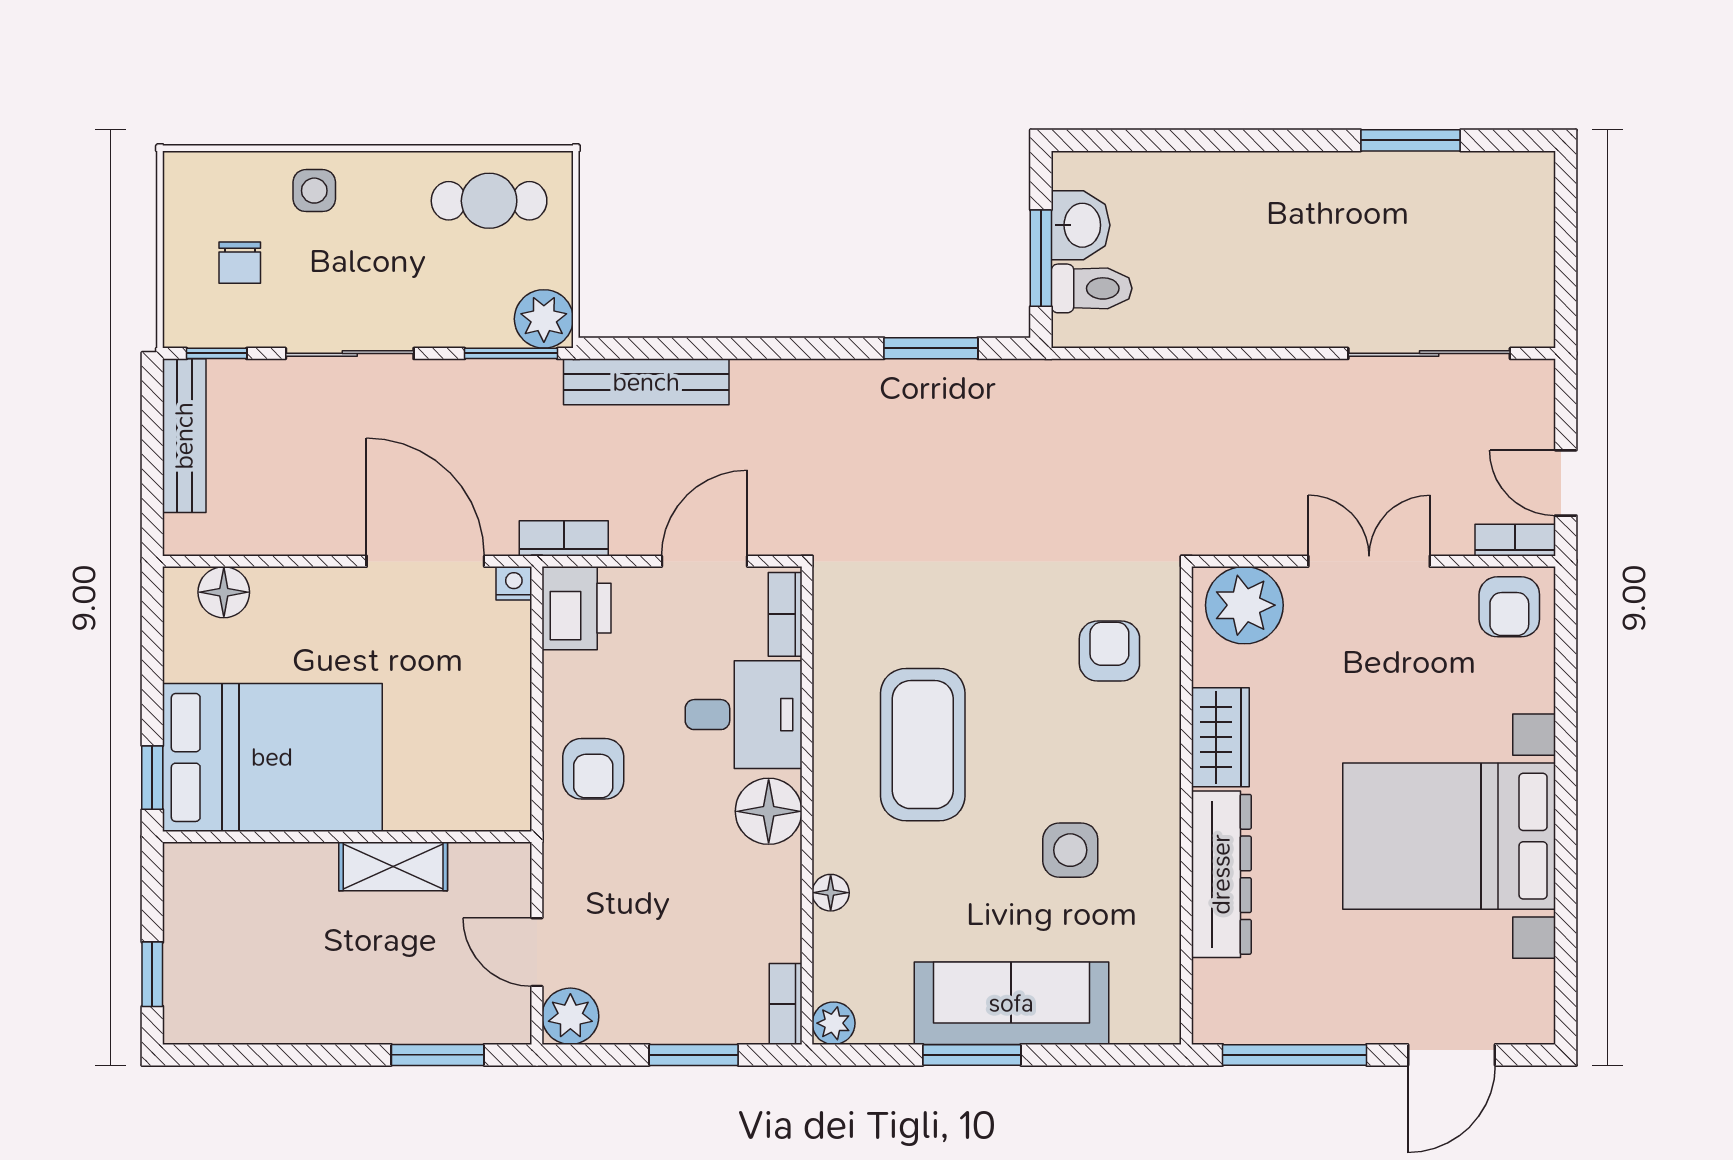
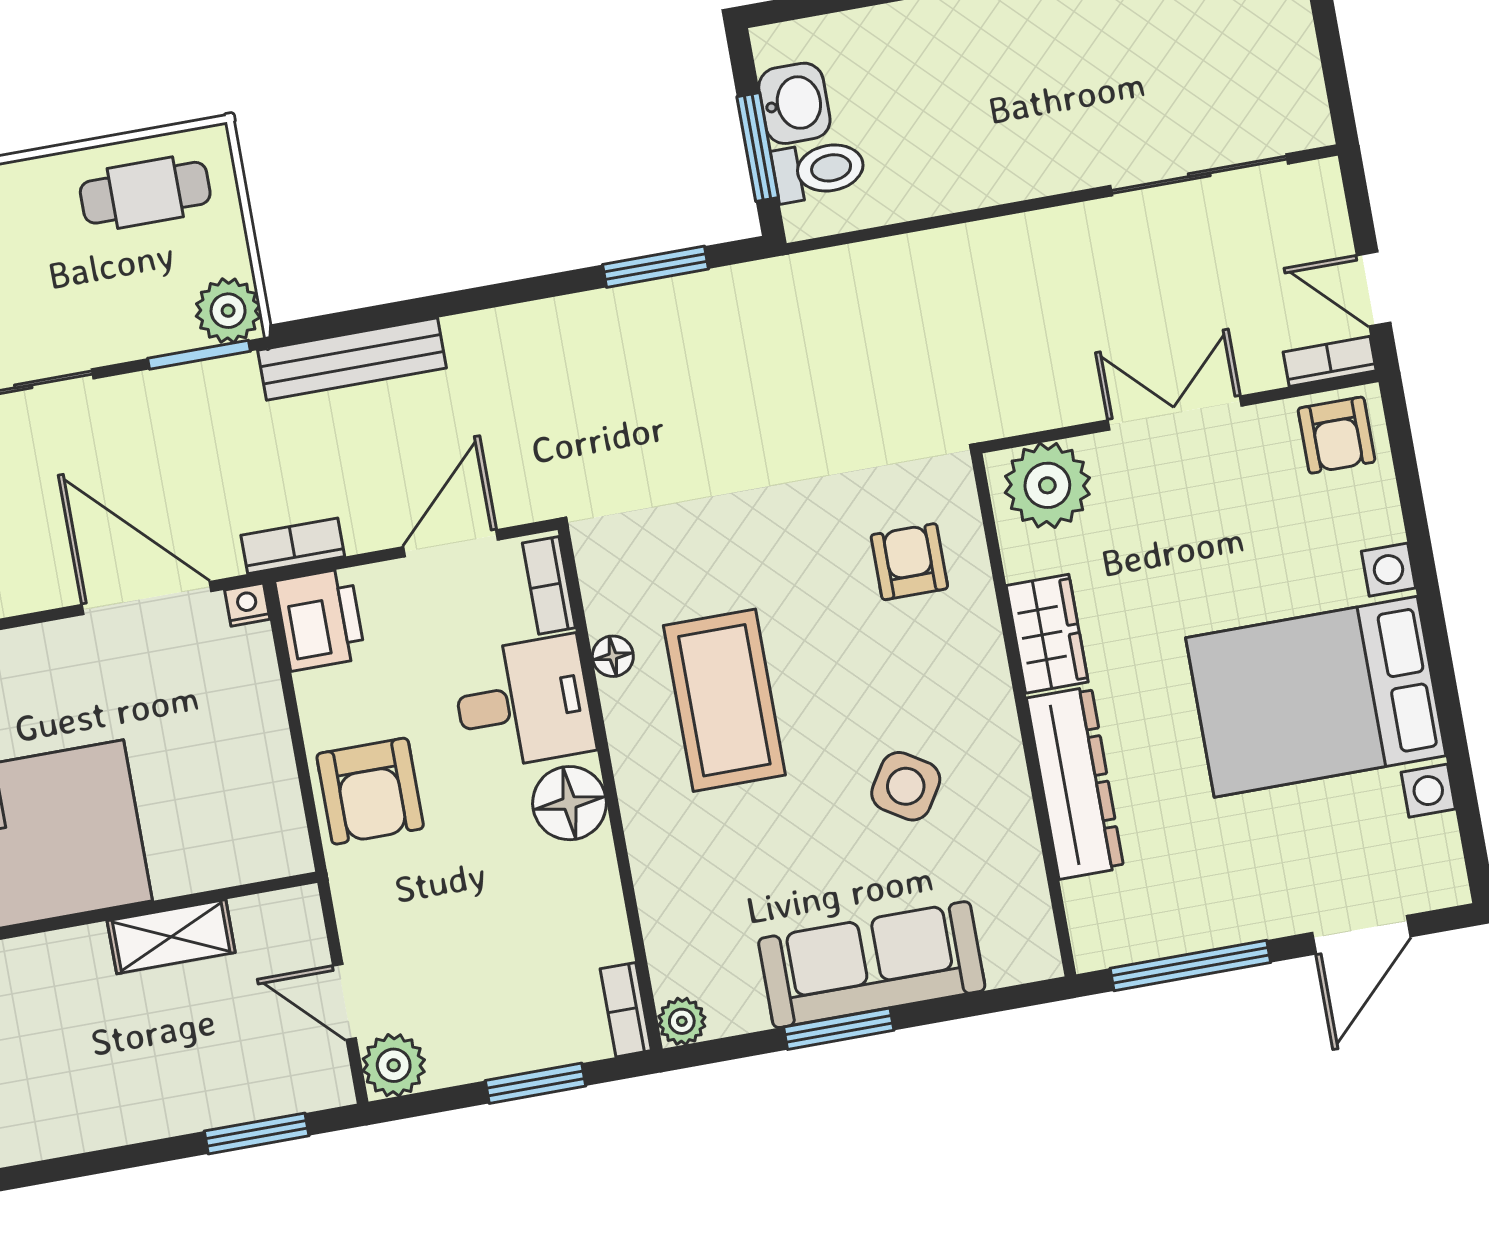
armchair: (593, 769) -> (370, 791), width x1.38, depth x1.38
side table: (1070, 850) -> (906, 786), turned 32
floor lamp: (831, 893) -> (613, 656), moved

